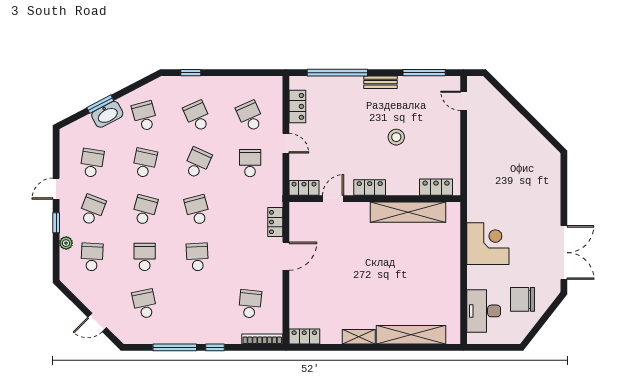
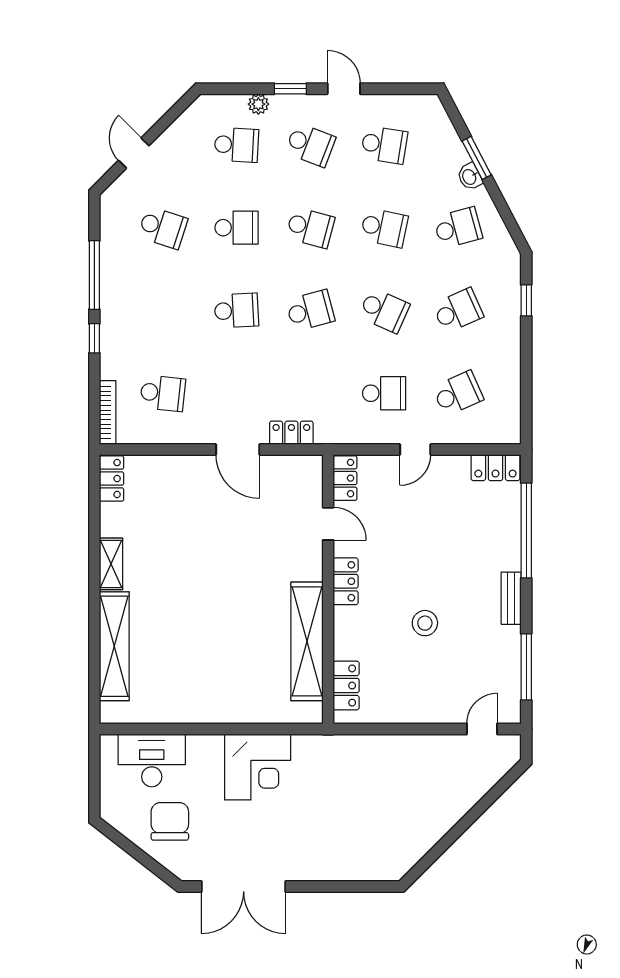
locker: (297, 106) -> (495, 468), moved
washbasin: (107, 114) -> (470, 177), width x0.52, depth x0.69
school desk: (145, 304) -> (163, 228), turned 30

